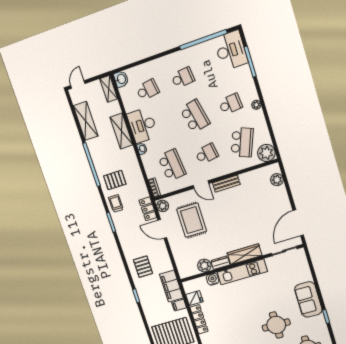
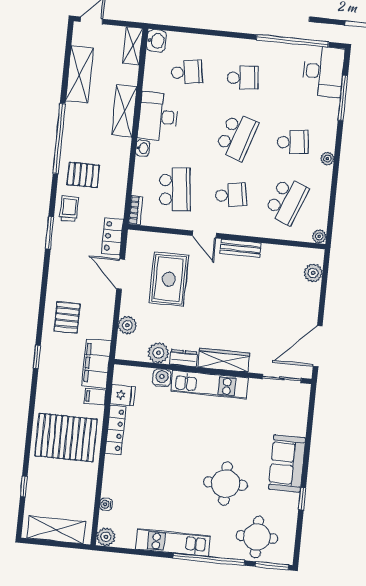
school desk: (195, 116) -> (237, 136), turned 30
plant: (266, 153) -> (319, 236), width x0.53, depth x0.53
plant: (163, 206) -> (127, 325), moved

